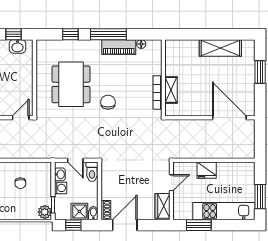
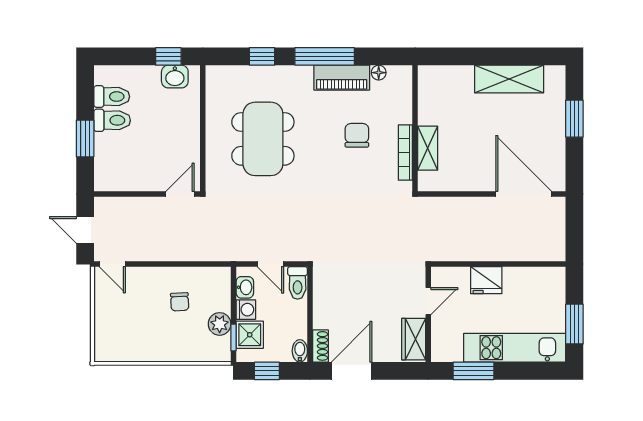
chair: (108, 102) -> (357, 135), moved
plant: (45, 212) -> (220, 324), moved
shower: (79, 212) -> (250, 335), moved

